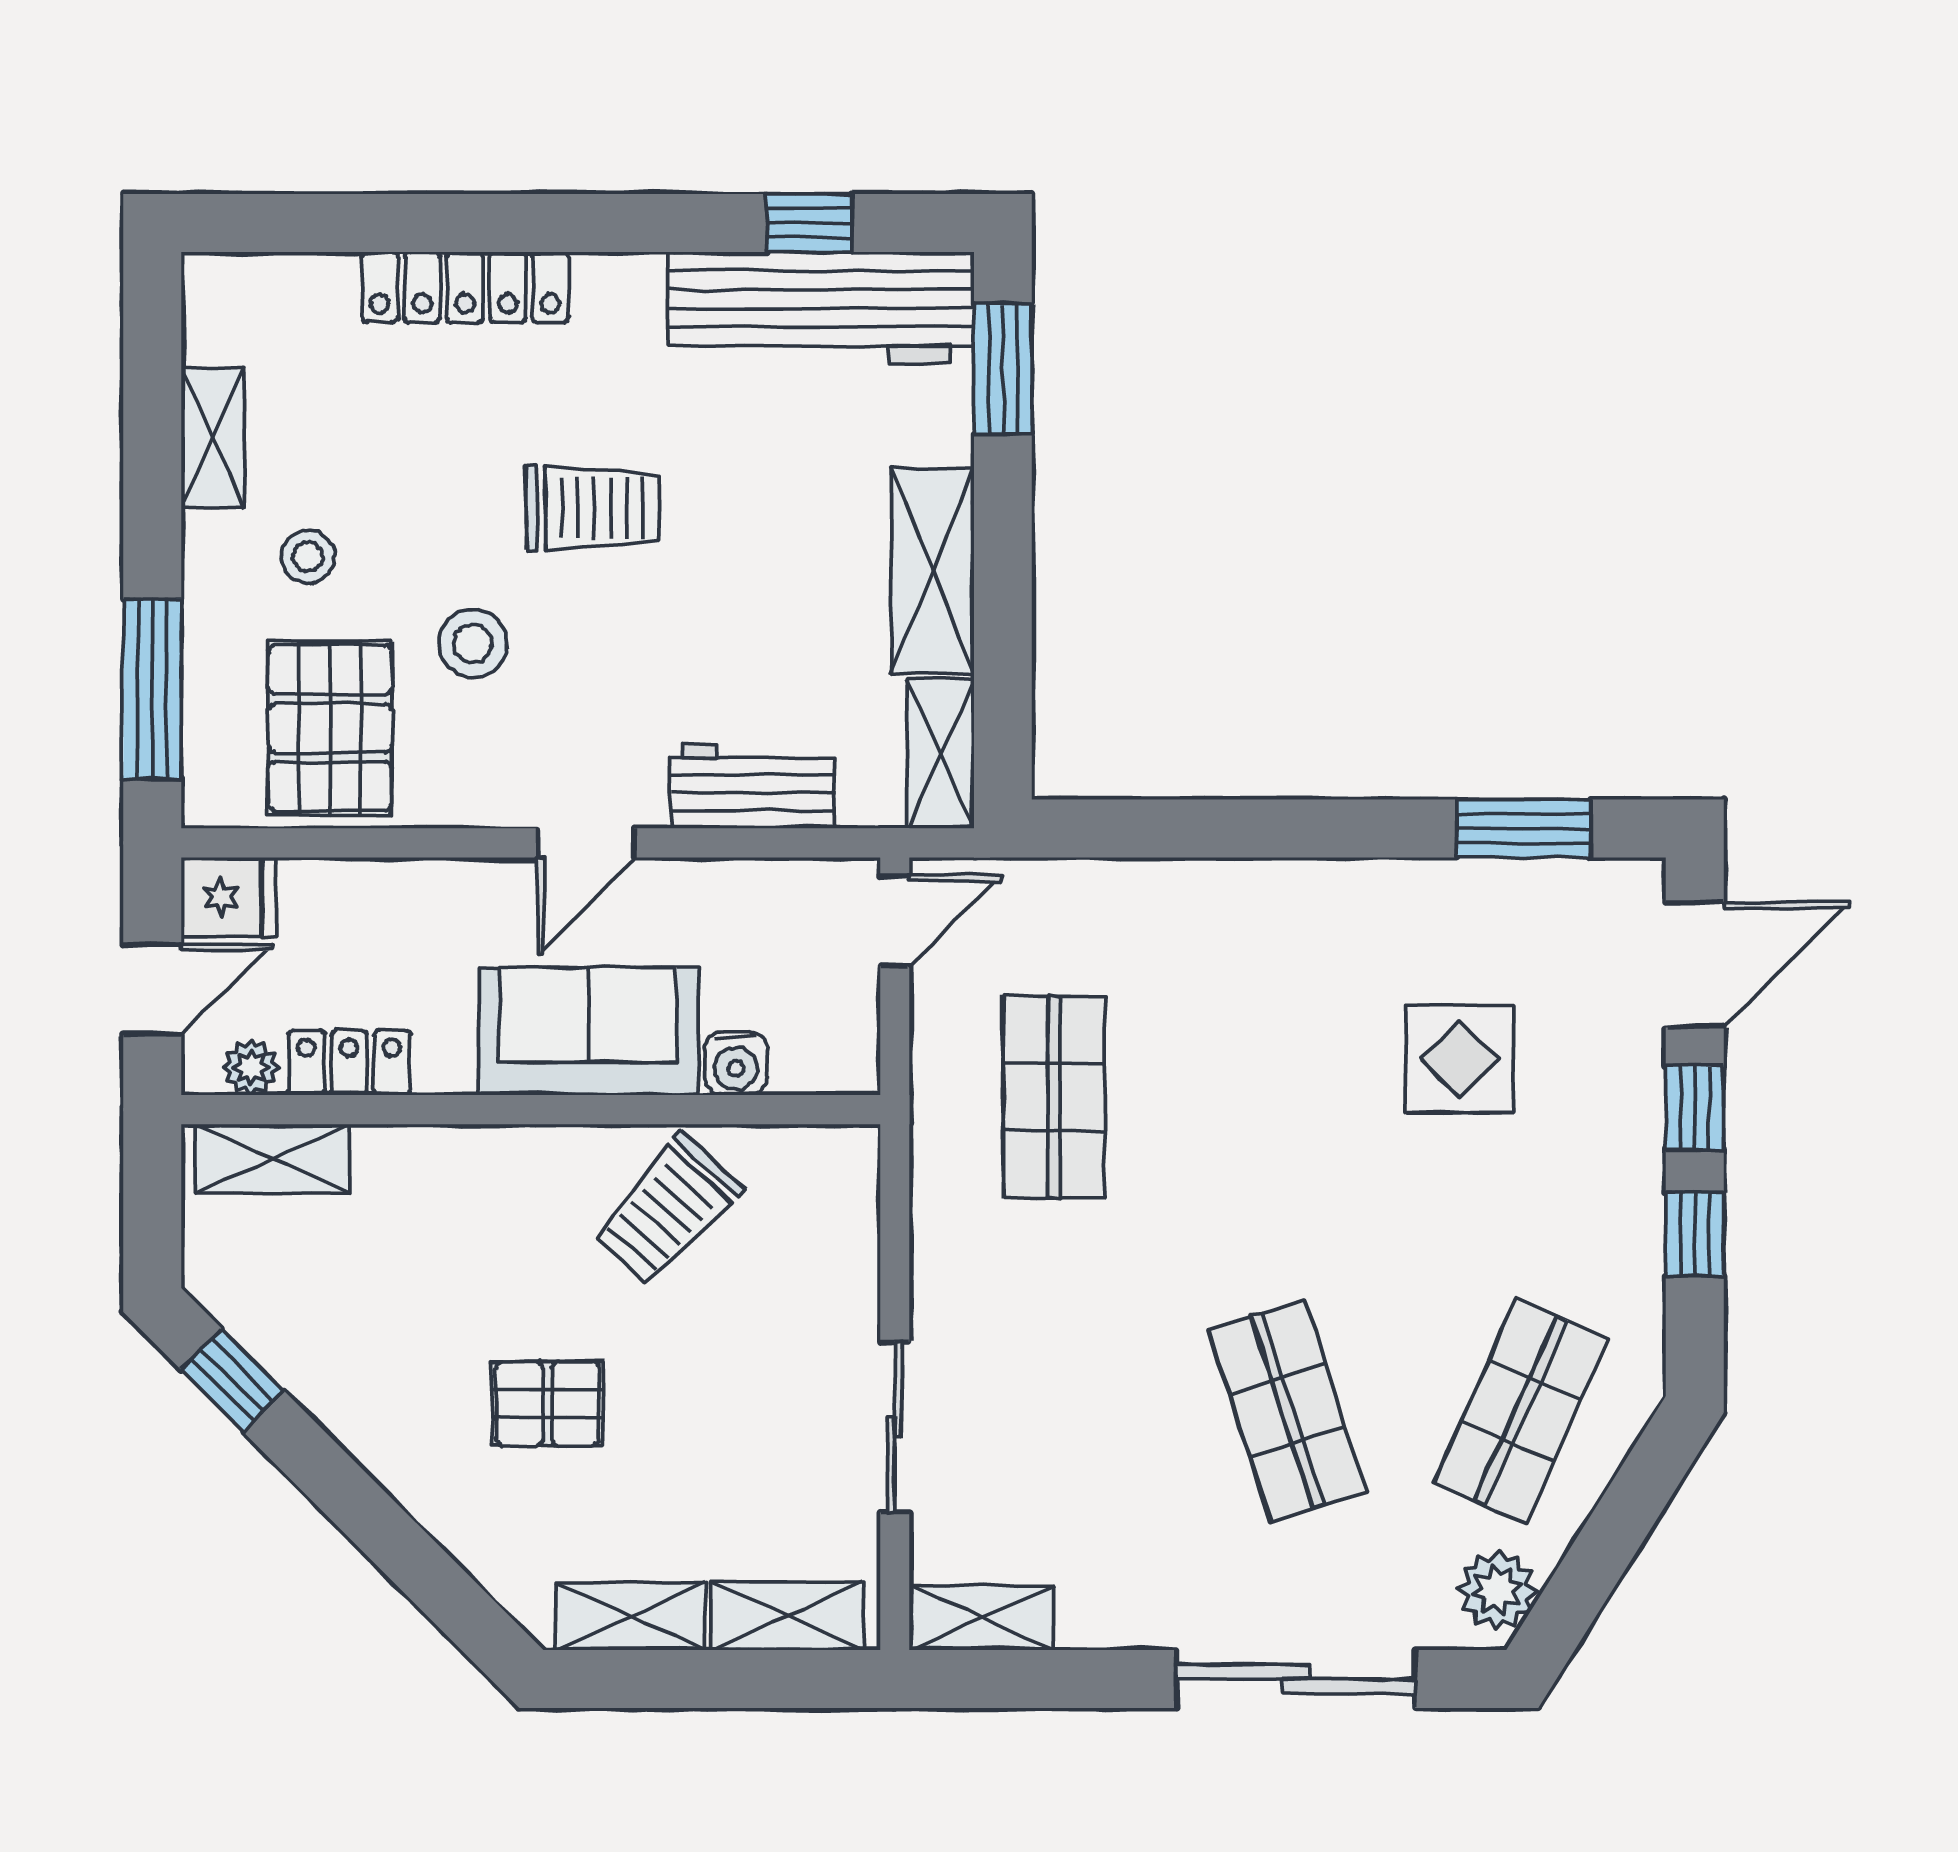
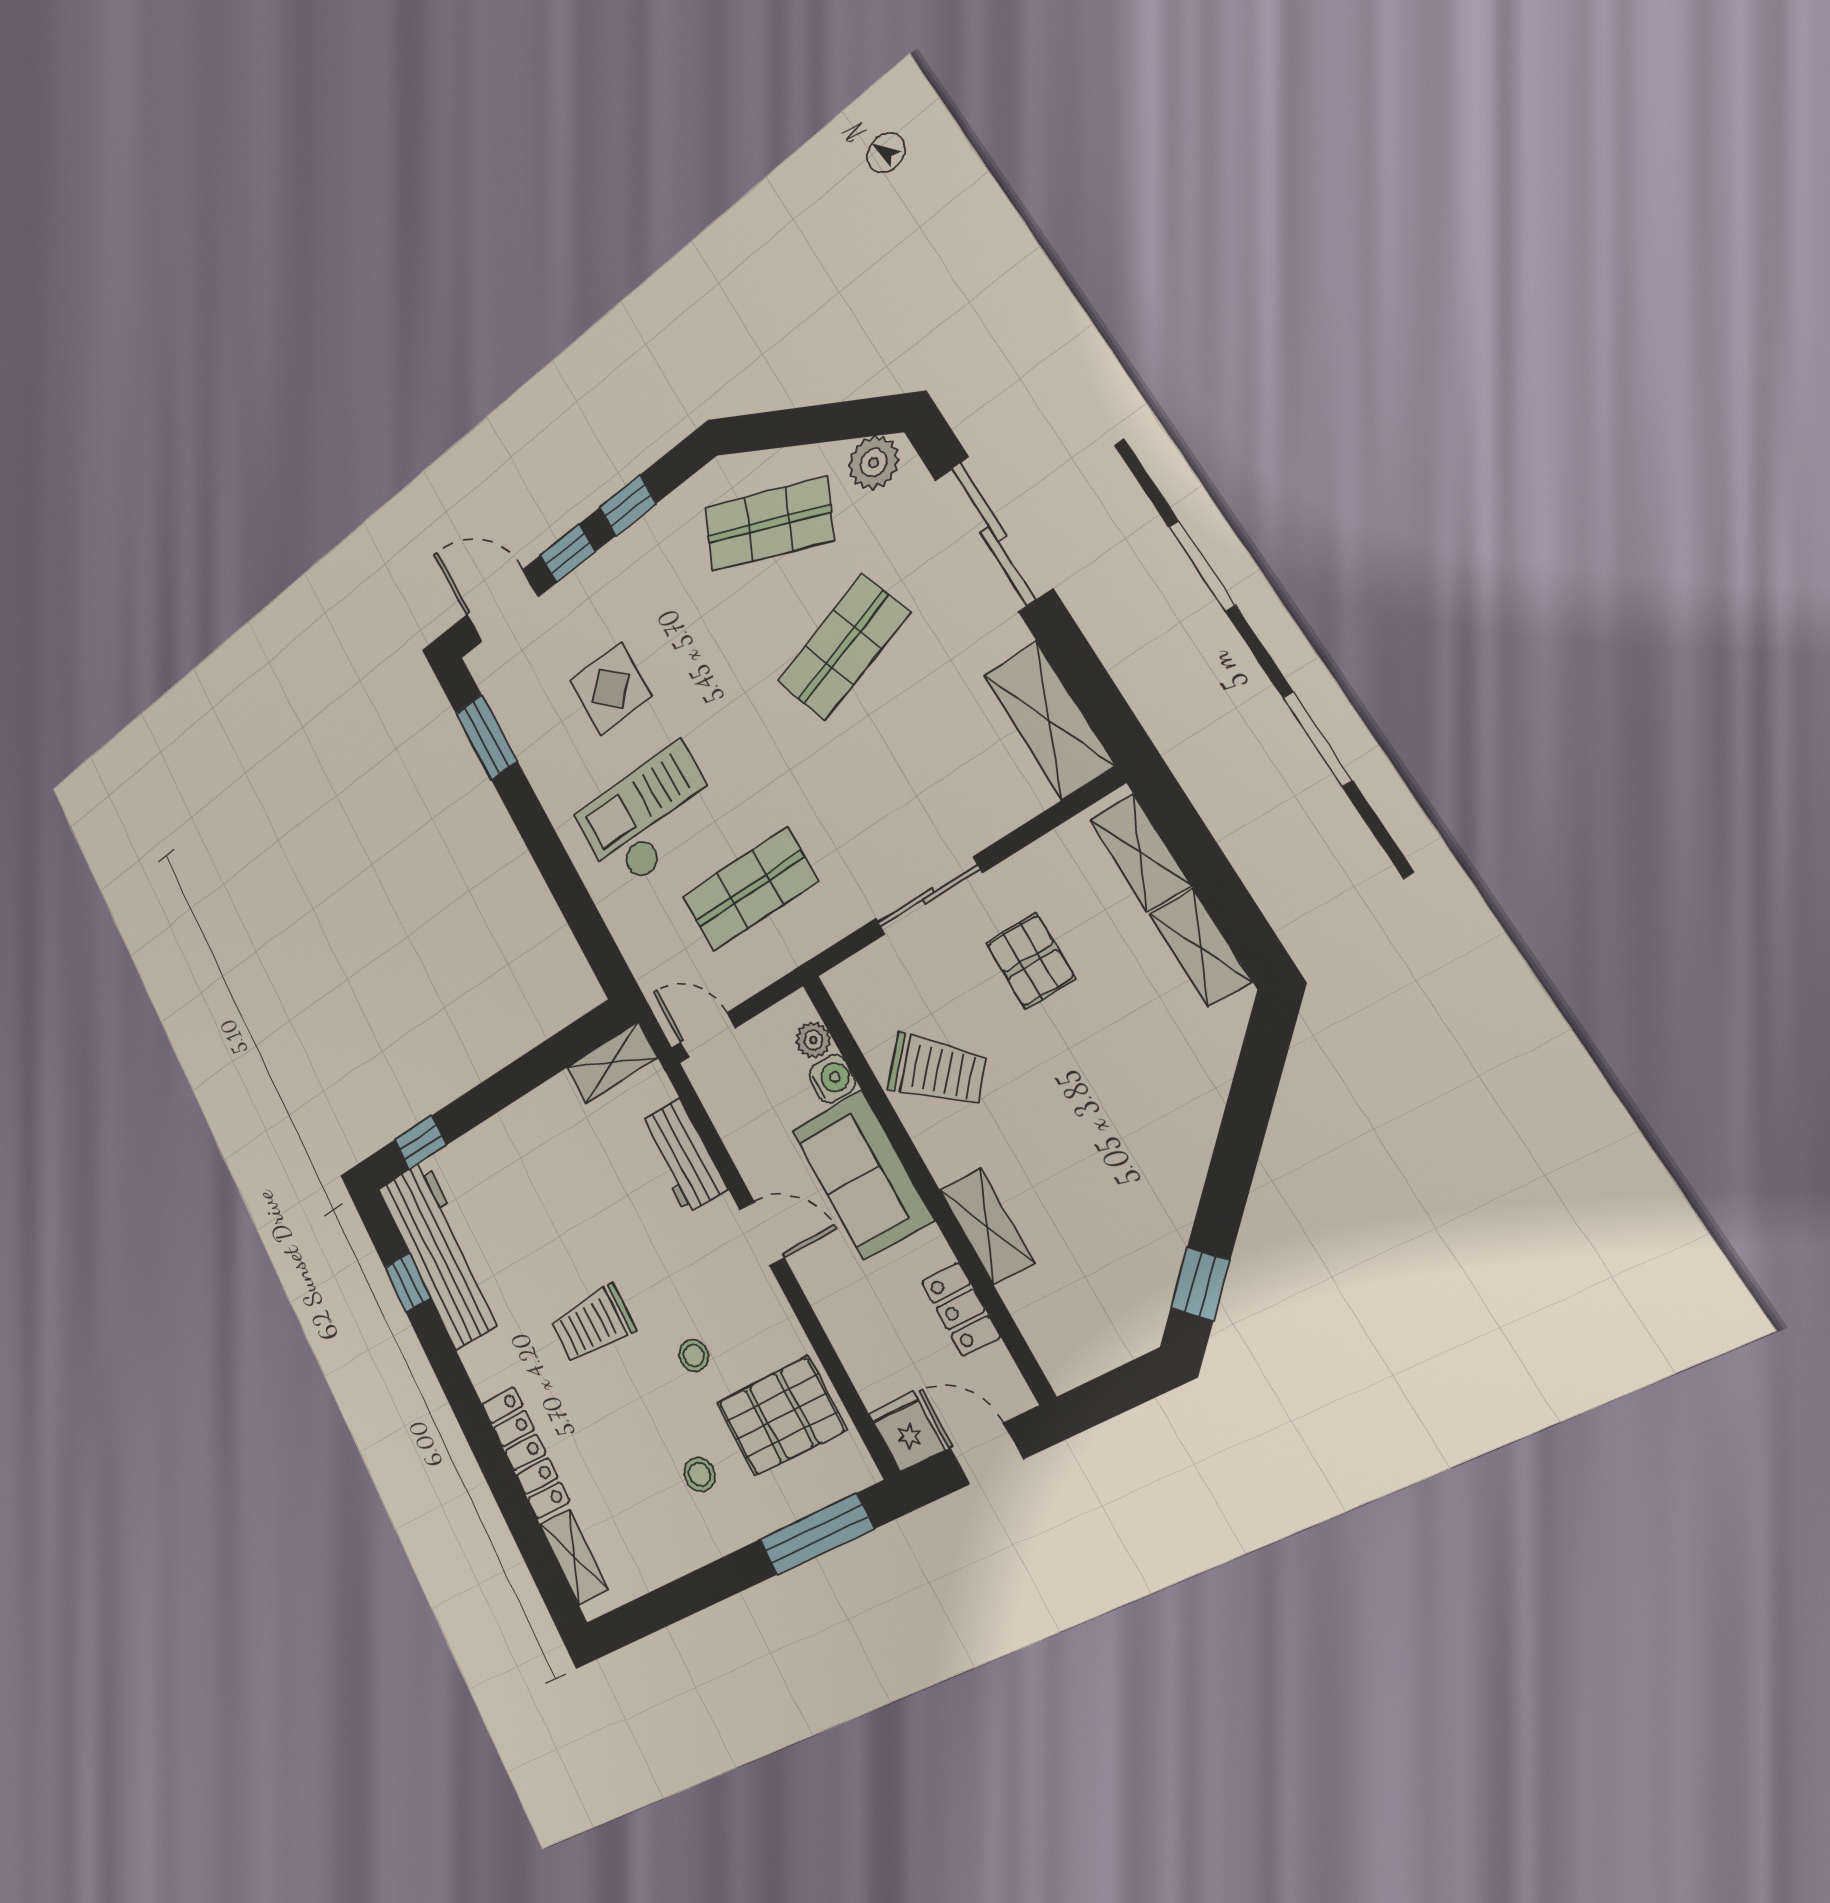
window: (1003, 369) -> (421, 1142), width x0.67
shelving: (213, 438) -> (574, 1557), moved, turned 90
trolley: (593, 508) -> (593, 1324), turned -90
shelving: (933, 571) -> (528, 1121), removed
stool: (473, 643) -> (694, 1356), width x0.73, depth x0.73
checkout: (1244, 1010) -> (649, 817), added
plant: (251, 1067) -> (813, 1040), moved
shelving: (272, 1159) -> (987, 1226), moved
pallet: (548, 1404) -> (1031, 961), moved
sliding door: (895, 1427) -> (928, 896), moved
shelving: (981, 1618) -> (1049, 720), width x1.50, depth x1.33

